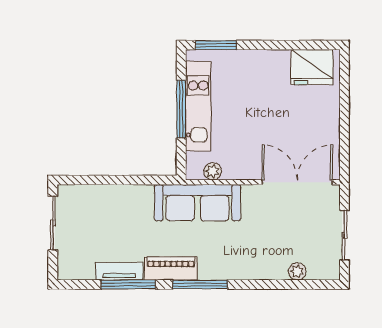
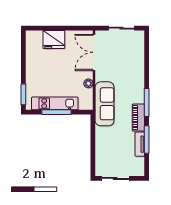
fridge: (312, 67) -> (54, 39), moved, turned 90
plant: (213, 171) -> (88, 83), moved
plant: (297, 271) -> (140, 52), removed

